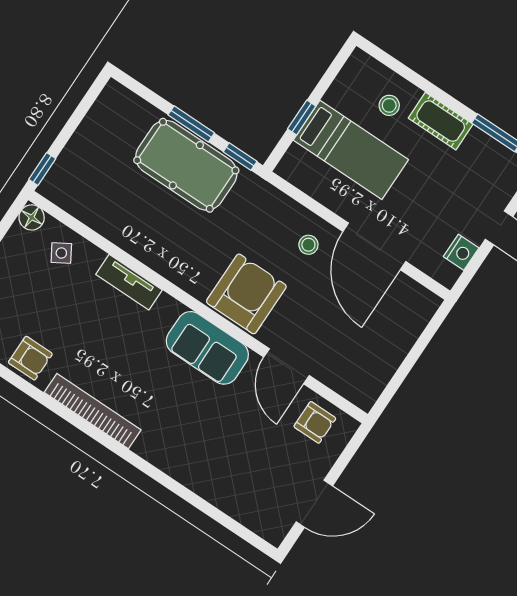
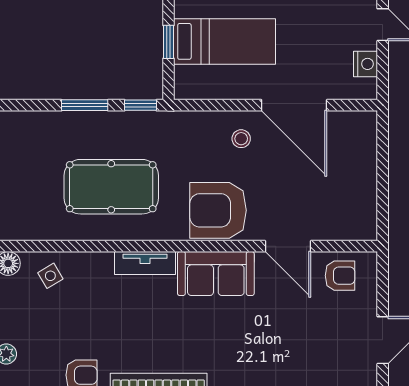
pool table: (186, 165) -> (111, 187), moved
tv unit: (129, 282) -> (145, 263), moved
armchair: (246, 294) -> (218, 210), turned -90

